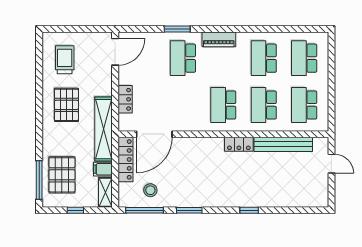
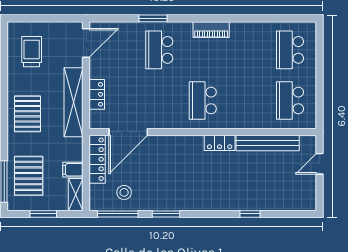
piano: (219, 39) -> (211, 30), moved
school desk: (264, 58) -> (246, 50), removed
pallet: (66, 105) -> (28, 114), moved
school desk: (264, 105) -> (246, 100), removed
shelving: (103, 129) -> (73, 102), moved
door: (331, 164) -> (320, 164), swing flipped
window: (75, 210) -> (43, 214), width x1.50
window: (249, 210) -> (250, 214), moved

